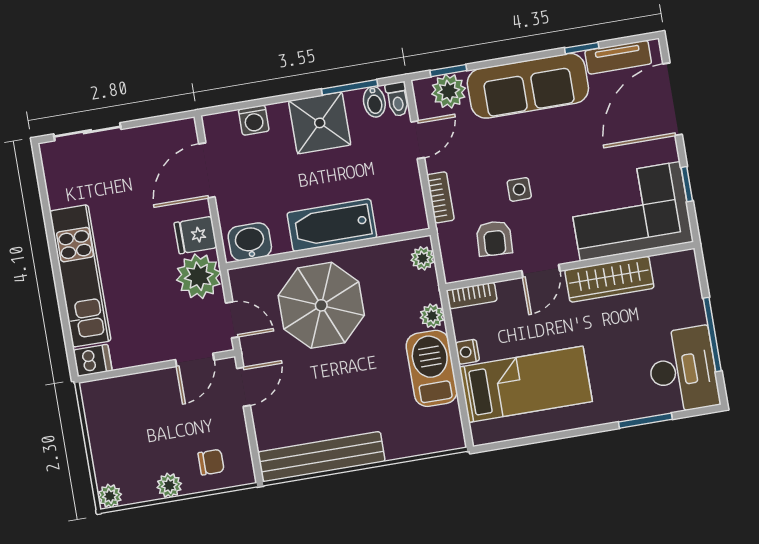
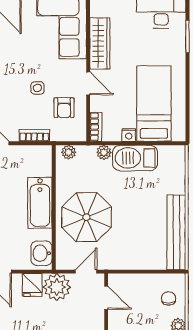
armchair: (494, 238) -> (64, 108), turned 87
door: (244, 387) -> (127, 272), removed

